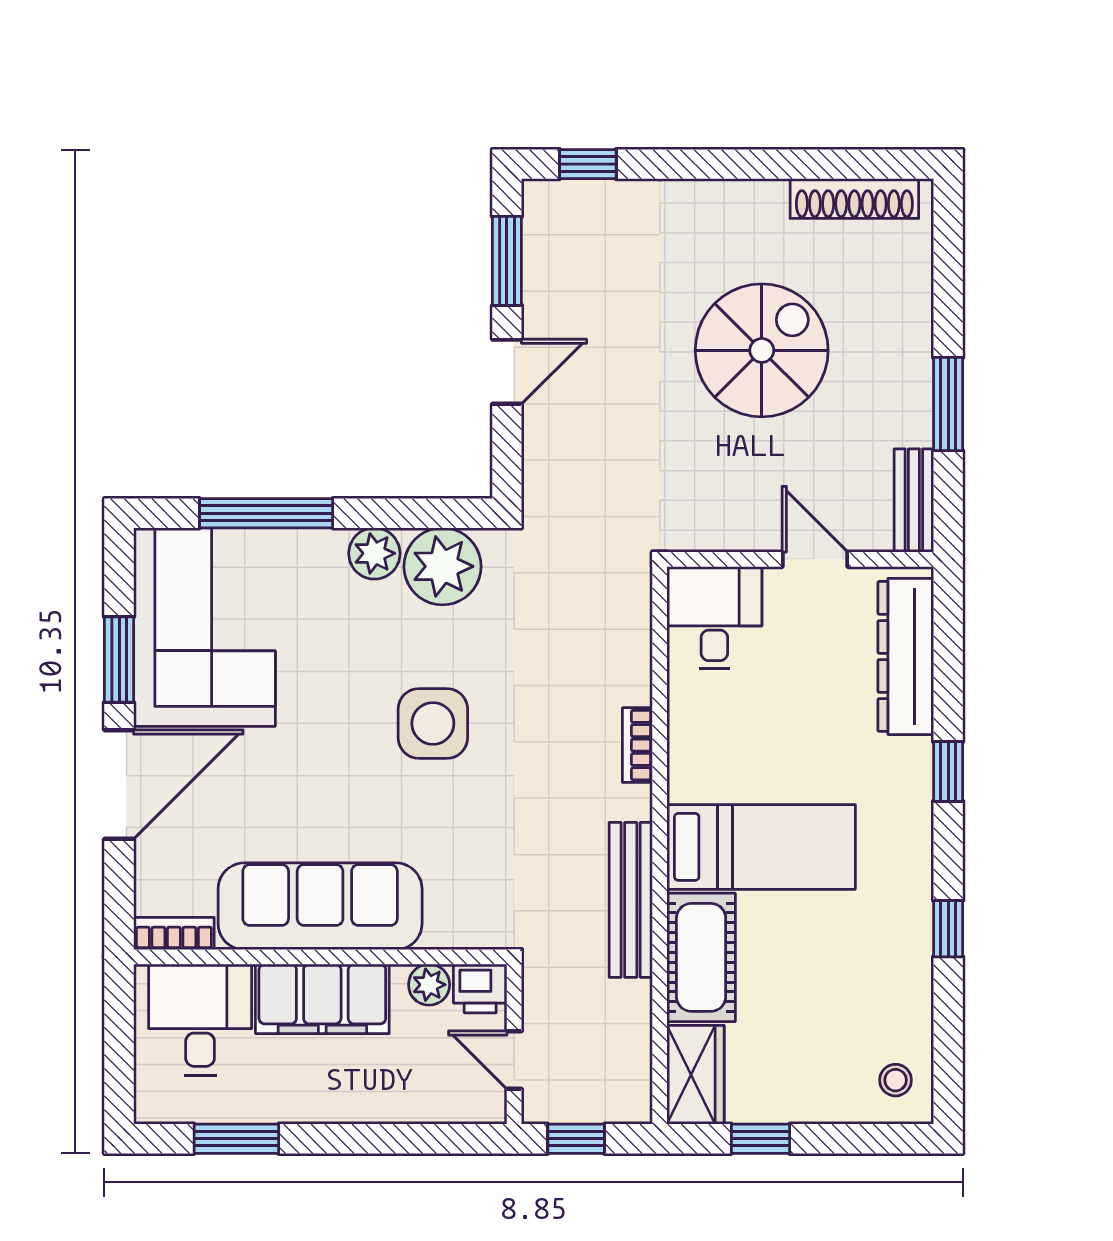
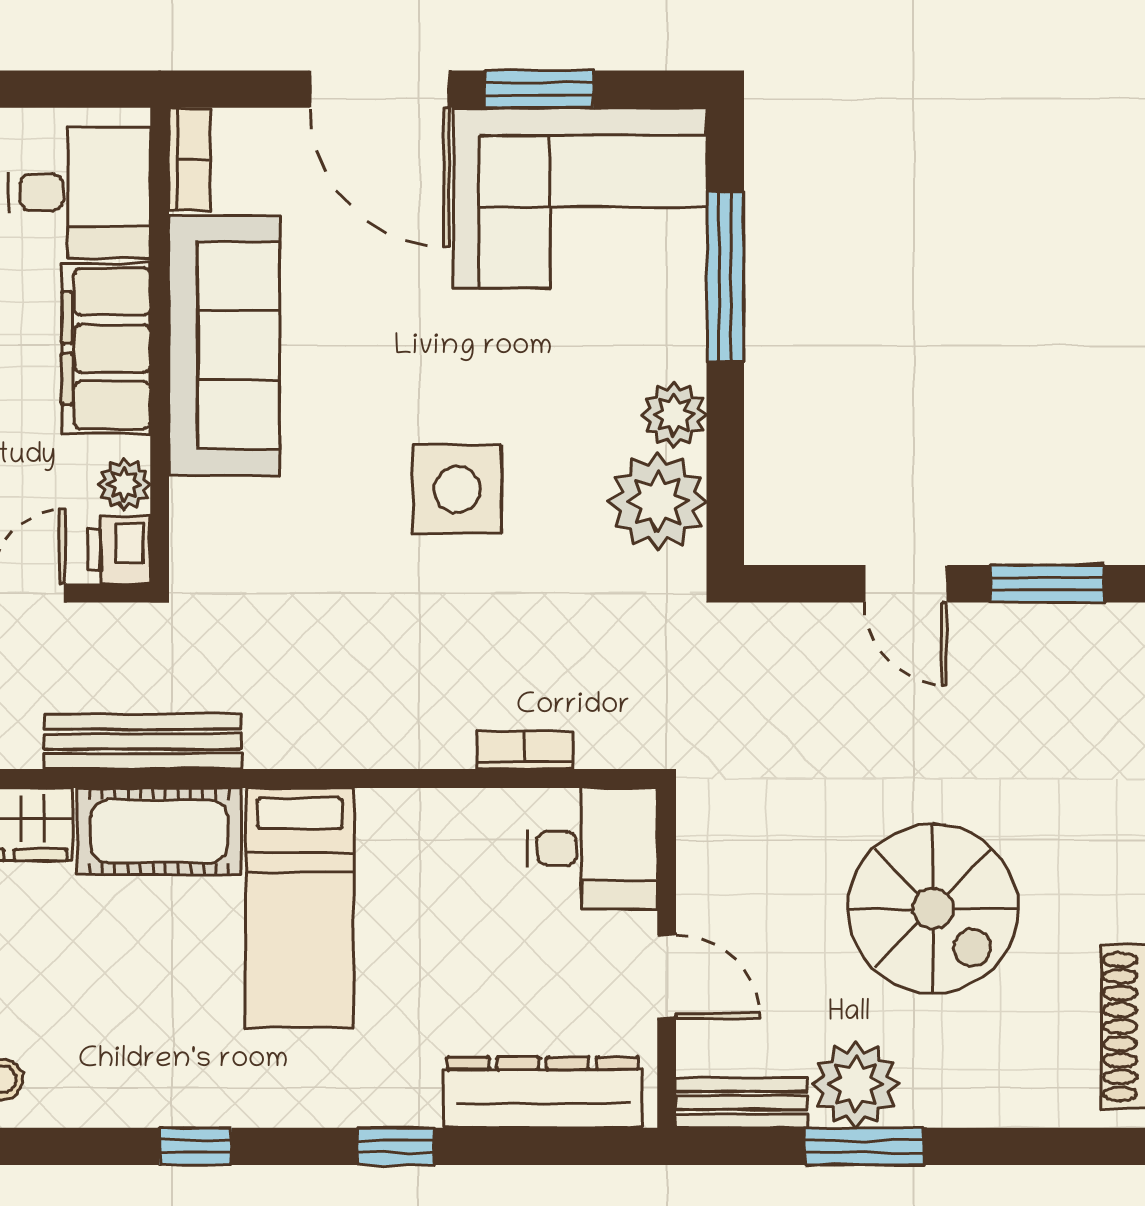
plant: (900, 411) -> (856, 1084), added
door: (815, 559) -> (667, 977), hinge flipped
bookcase: (637, 745) -> (525, 750), moved
bench: (631, 900) -> (143, 742), moved

